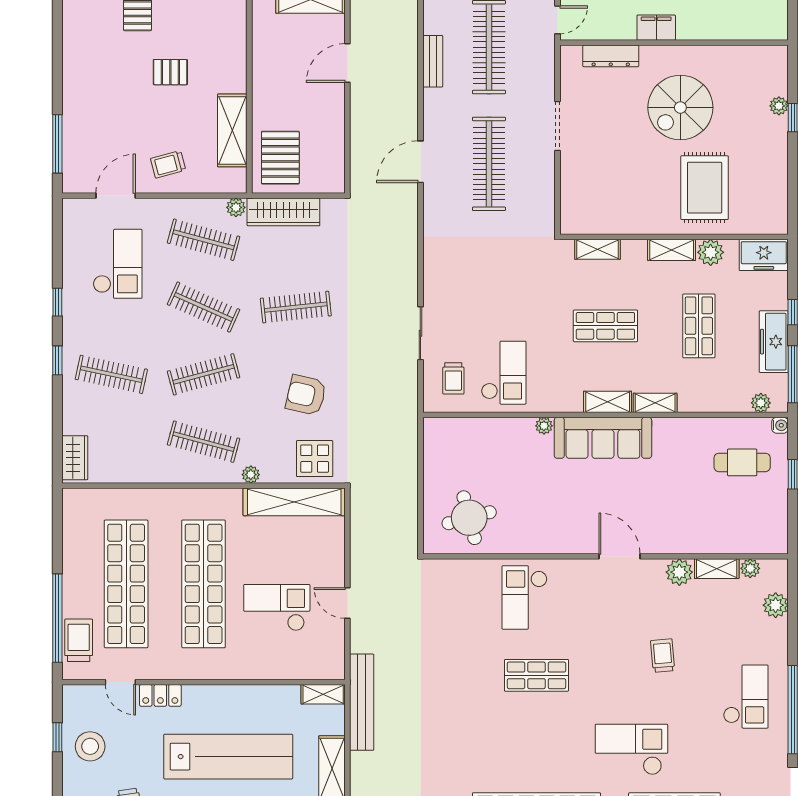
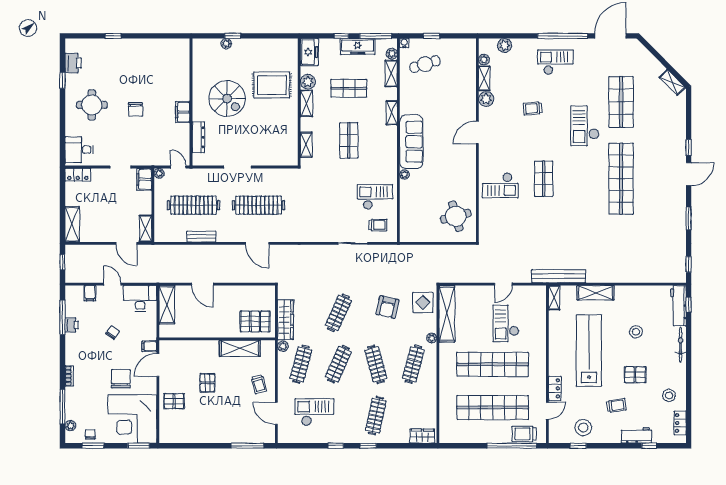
clothes rail: (296, 307) -> (338, 313), turned 30
shelving: (608, 402) -> (391, 73), moved
cafe table: (742, 462) -> (425, 64), turned 73

